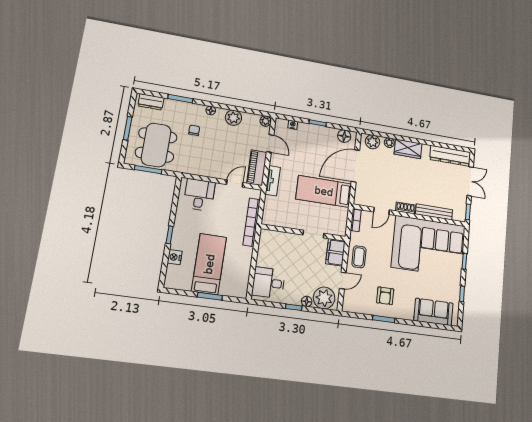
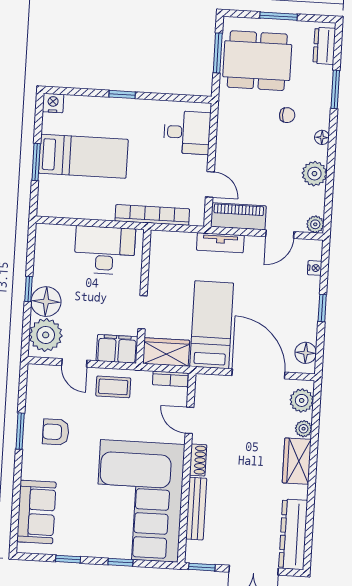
wardrobe: (339, 221) -> (166, 352), added
nightstand: (175, 257) -> (53, 103), moved
desk: (268, 283) -> (105, 250), moved, width x1.37
floor lamp: (307, 301) -> (46, 302), width x1.89, depth x1.89

